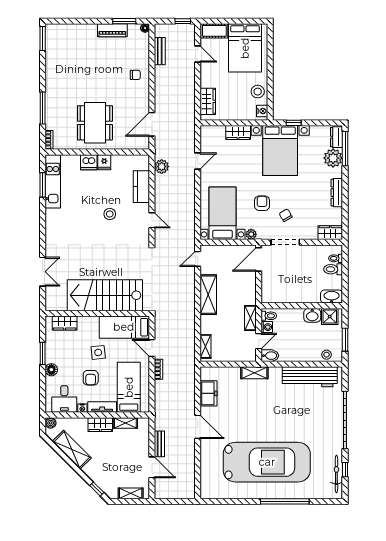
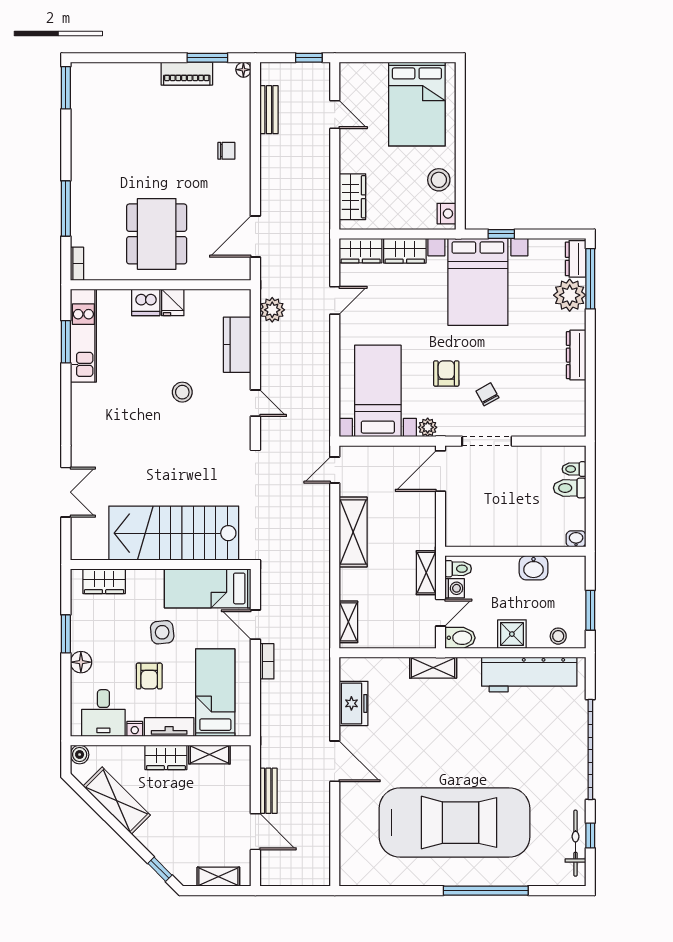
cot: (214, 31) -> (364, 75), removed
wardrobe: (330, 233) -> (361, 251), moved, turned 180
washbasin: (332, 297) -> (576, 539), width x0.52, depth x0.69
shower: (330, 317) -> (512, 634), moved

